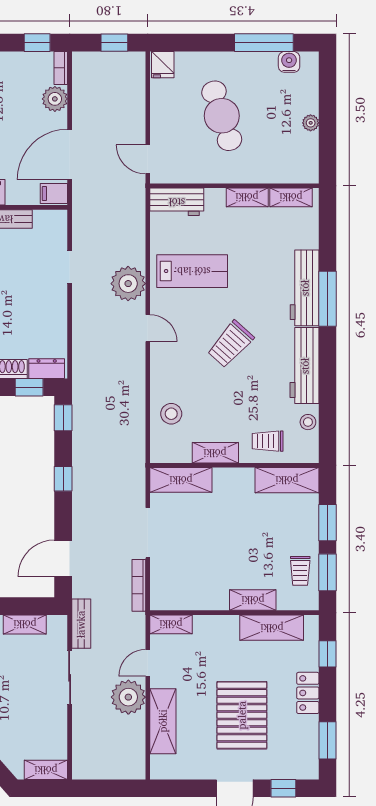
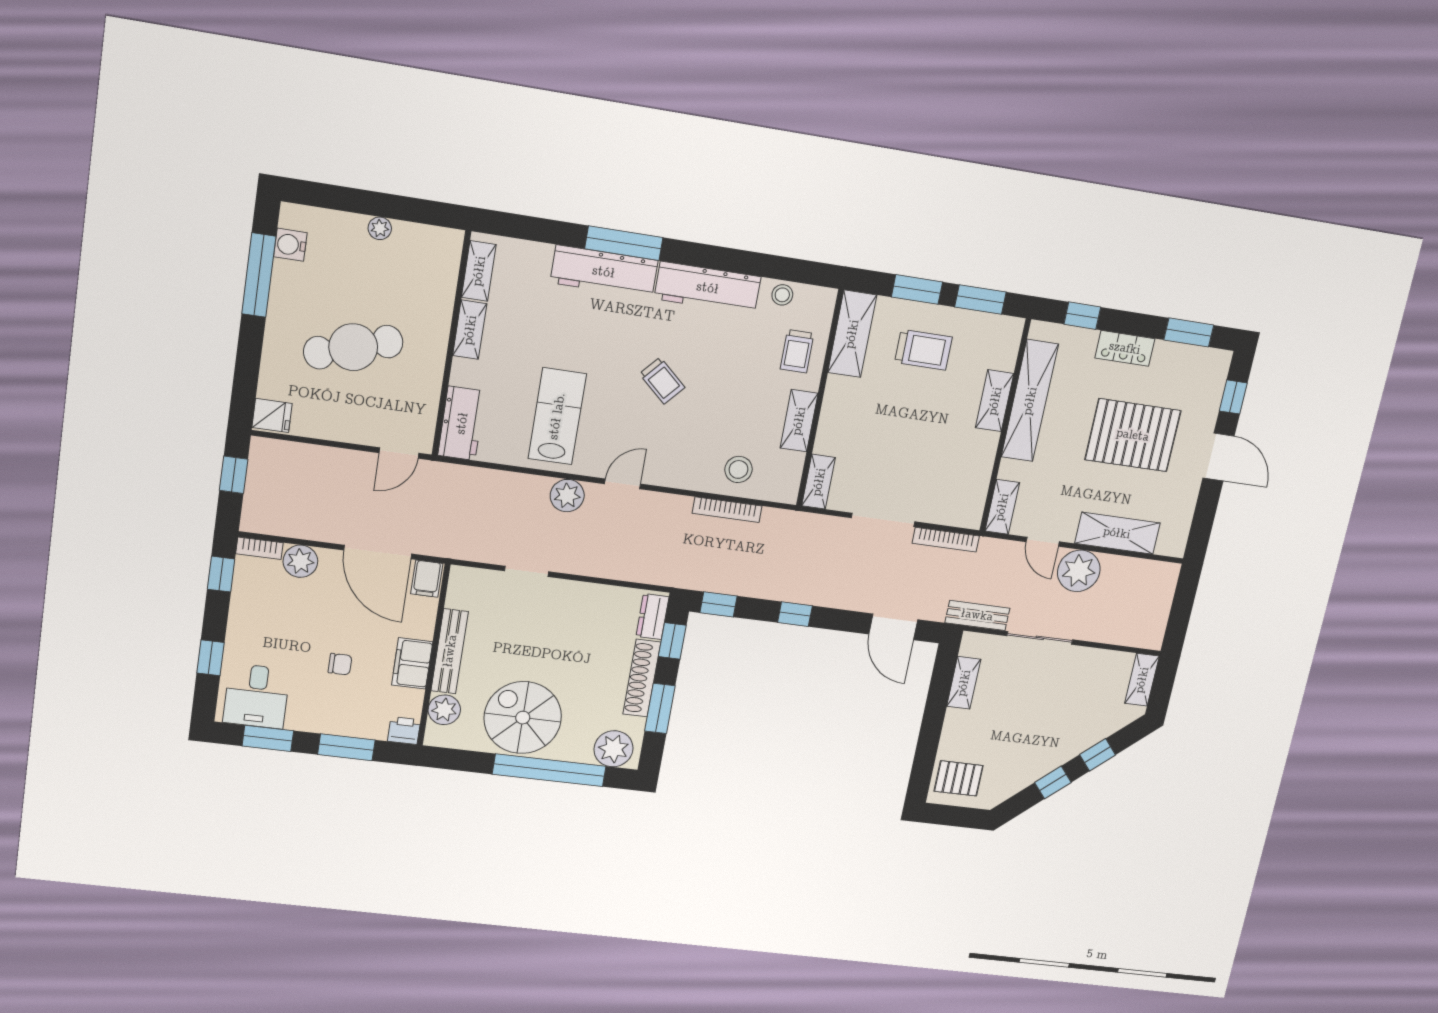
plant: (128, 284) -> (567, 496), width x0.73, depth x0.73
trolley: (230, 344) -> (662, 381), width x0.73, depth x0.72
bookcase: (139, 411) -> (727, 510), added
shelving: (181, 480) -> (819, 482), width x0.67, depth x0.75
trolley: (300, 571) -> (923, 350), moved, width x1.36, depth x1.39
shelving: (272, 628) -> (1030, 401), width x1.47

